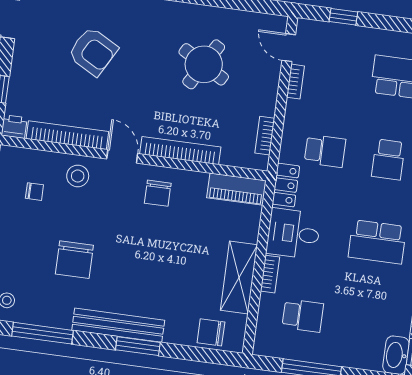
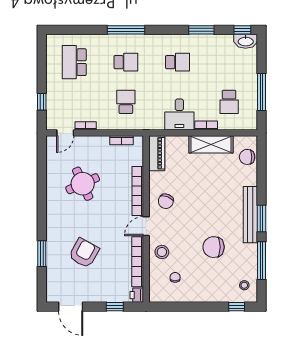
round table: (204, 64) -> (83, 184), turned 36
locker: (286, 185) -> (150, 123), removed
chair: (158, 193) -> (166, 201), turned 111
school desk: (377, 242) -> (177, 62), width x0.54
chair: (74, 260) -> (214, 247), turned 180
school desk: (303, 316) -> (229, 102), turned 180
chair: (211, 332) -> (247, 157), turned 90
window: (138, 346) -> (262, 218), moved

